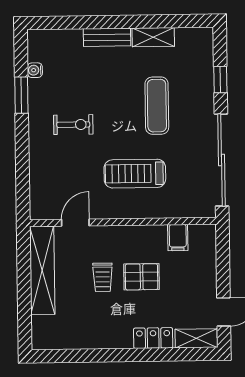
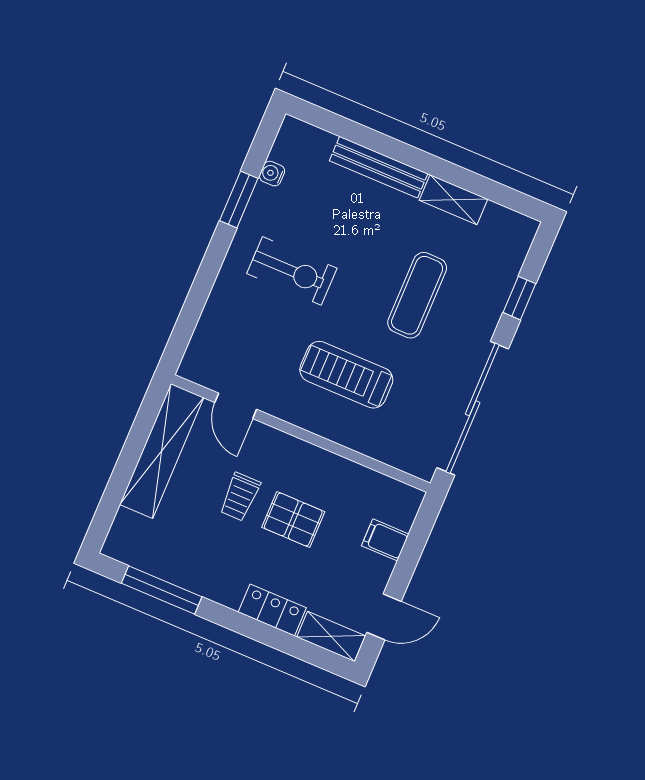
bench: (107, 37) -> (379, 167), width x1.36
exercise bike: (73, 125) -> (292, 271), width x1.38, depth x1.39
door: (75, 223) -> (236, 406), swing flipped
filing cabinet: (178, 238) -> (385, 540), moved, turned 90
window: (80, 356) -> (162, 590), added

